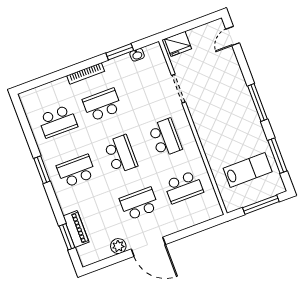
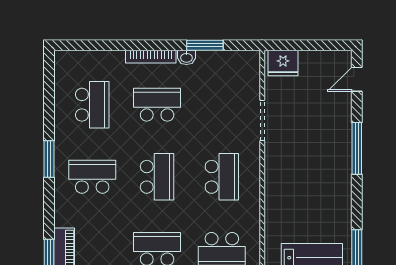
washbasin: (137, 55) -> (186, 57), moved
window: (258, 102) -> (357, 148), moved
school desk: (58, 121) -> (92, 105), turned -90

